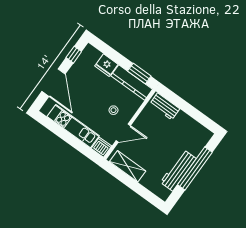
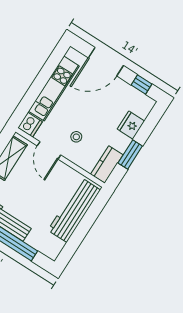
window: (139, 74) -> (130, 154), moved
kitchen counter: (132, 82) -> (107, 164), width x0.67
workbench: (165, 106) -> (74, 210), width x1.88, depth x1.32

